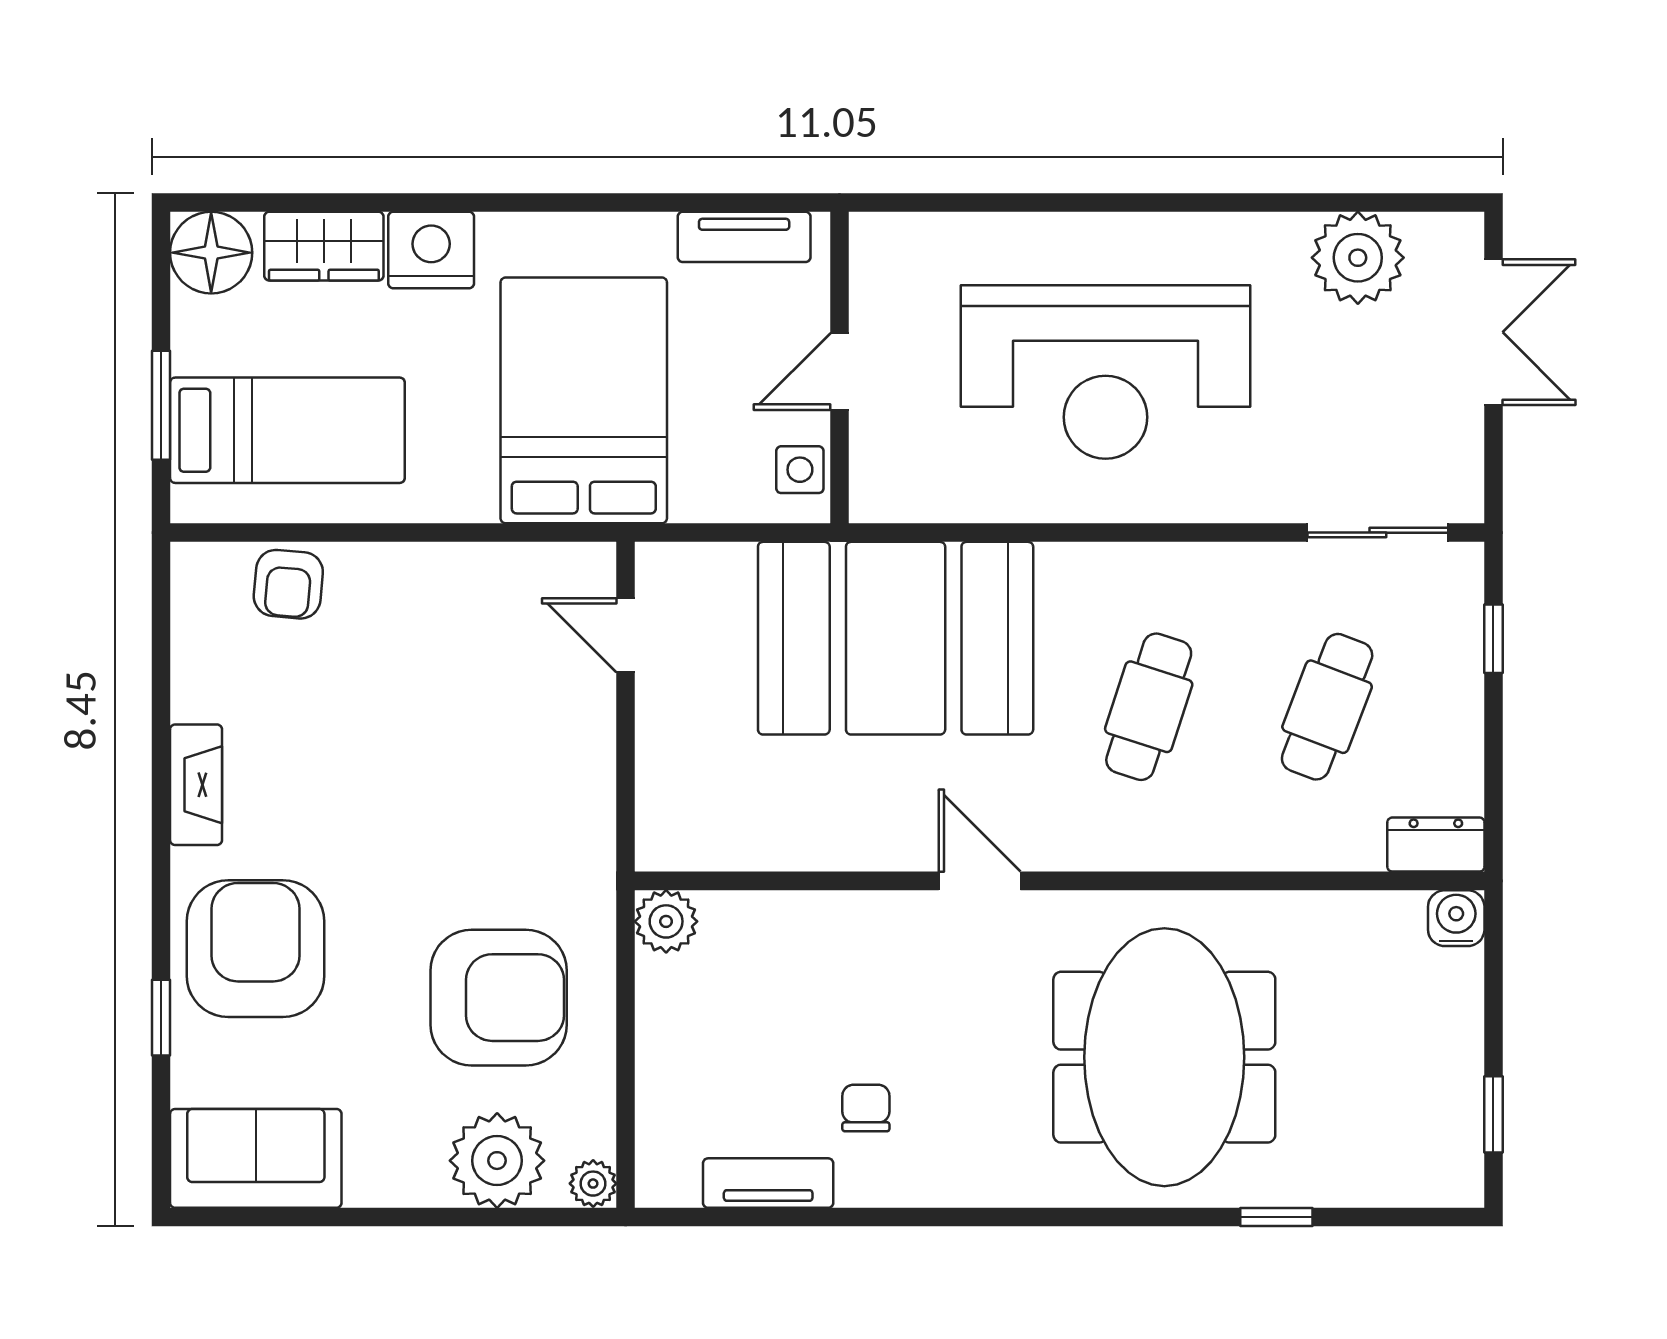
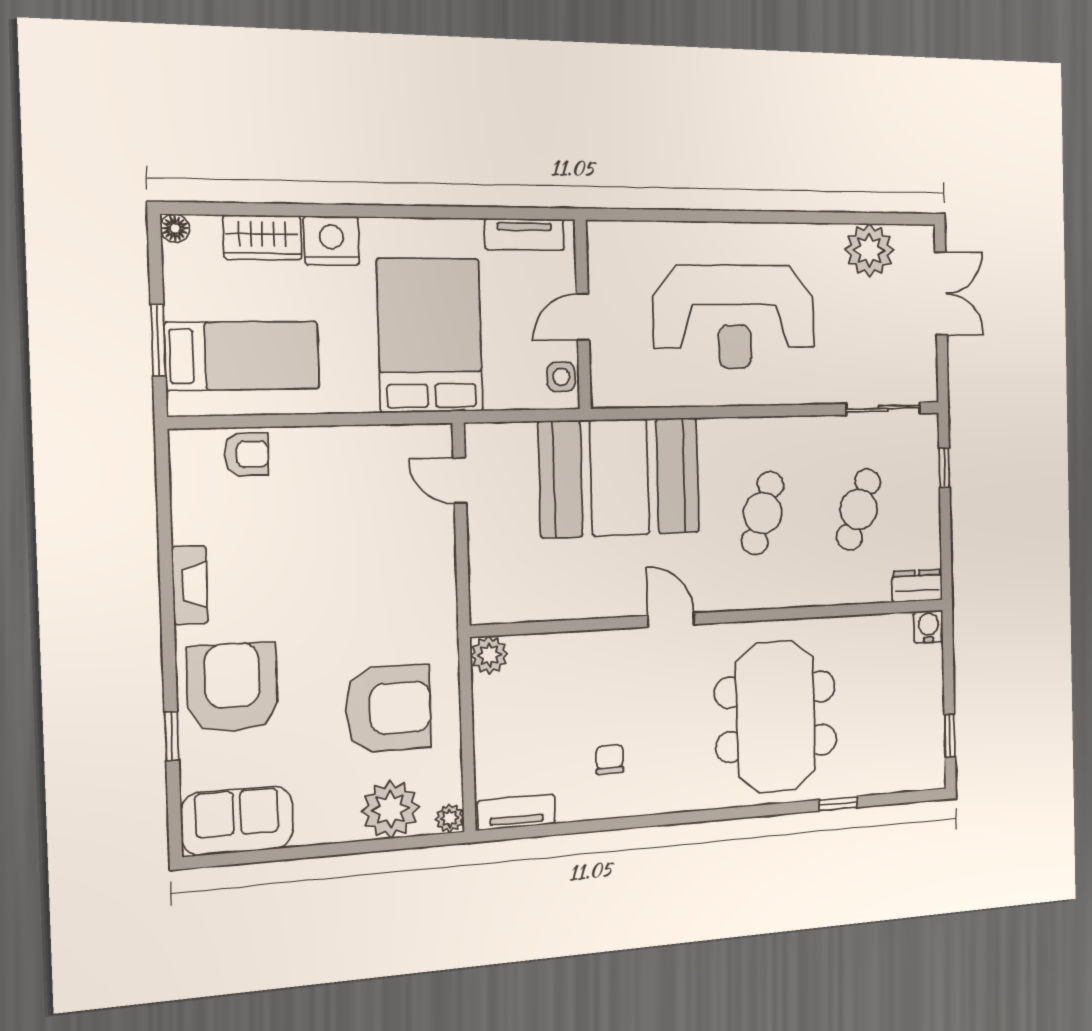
floor lamp: (211, 253) -> (175, 228), width x0.53, depth x0.53
armchair: (288, 584) -> (246, 454), turned -95
tv unit: (768, 1183) -> (516, 812), moved

